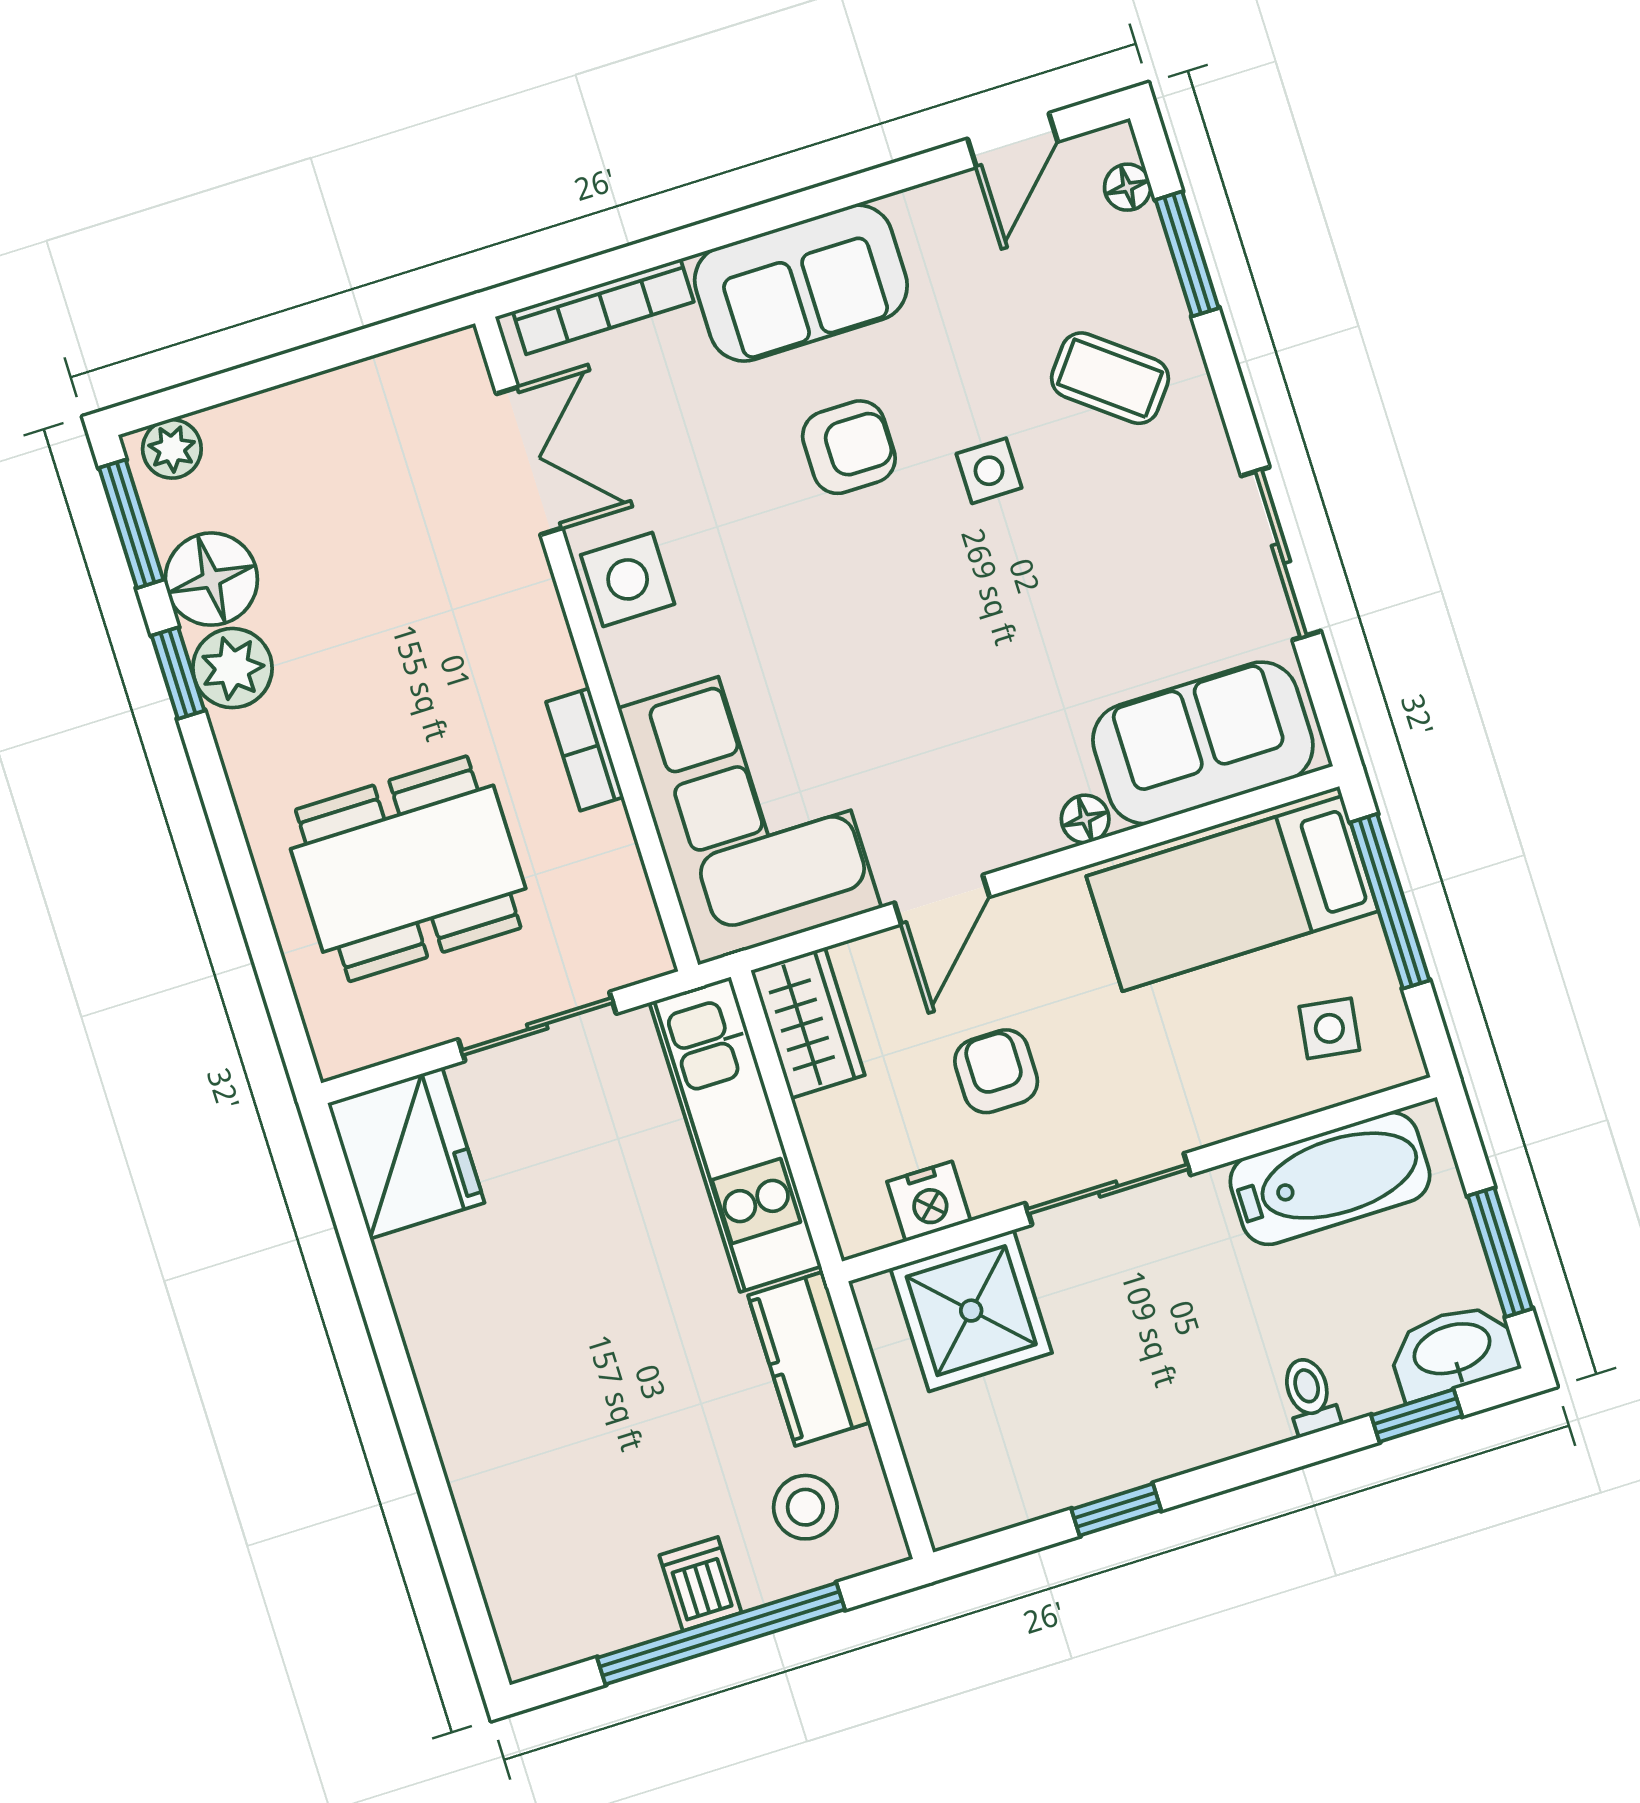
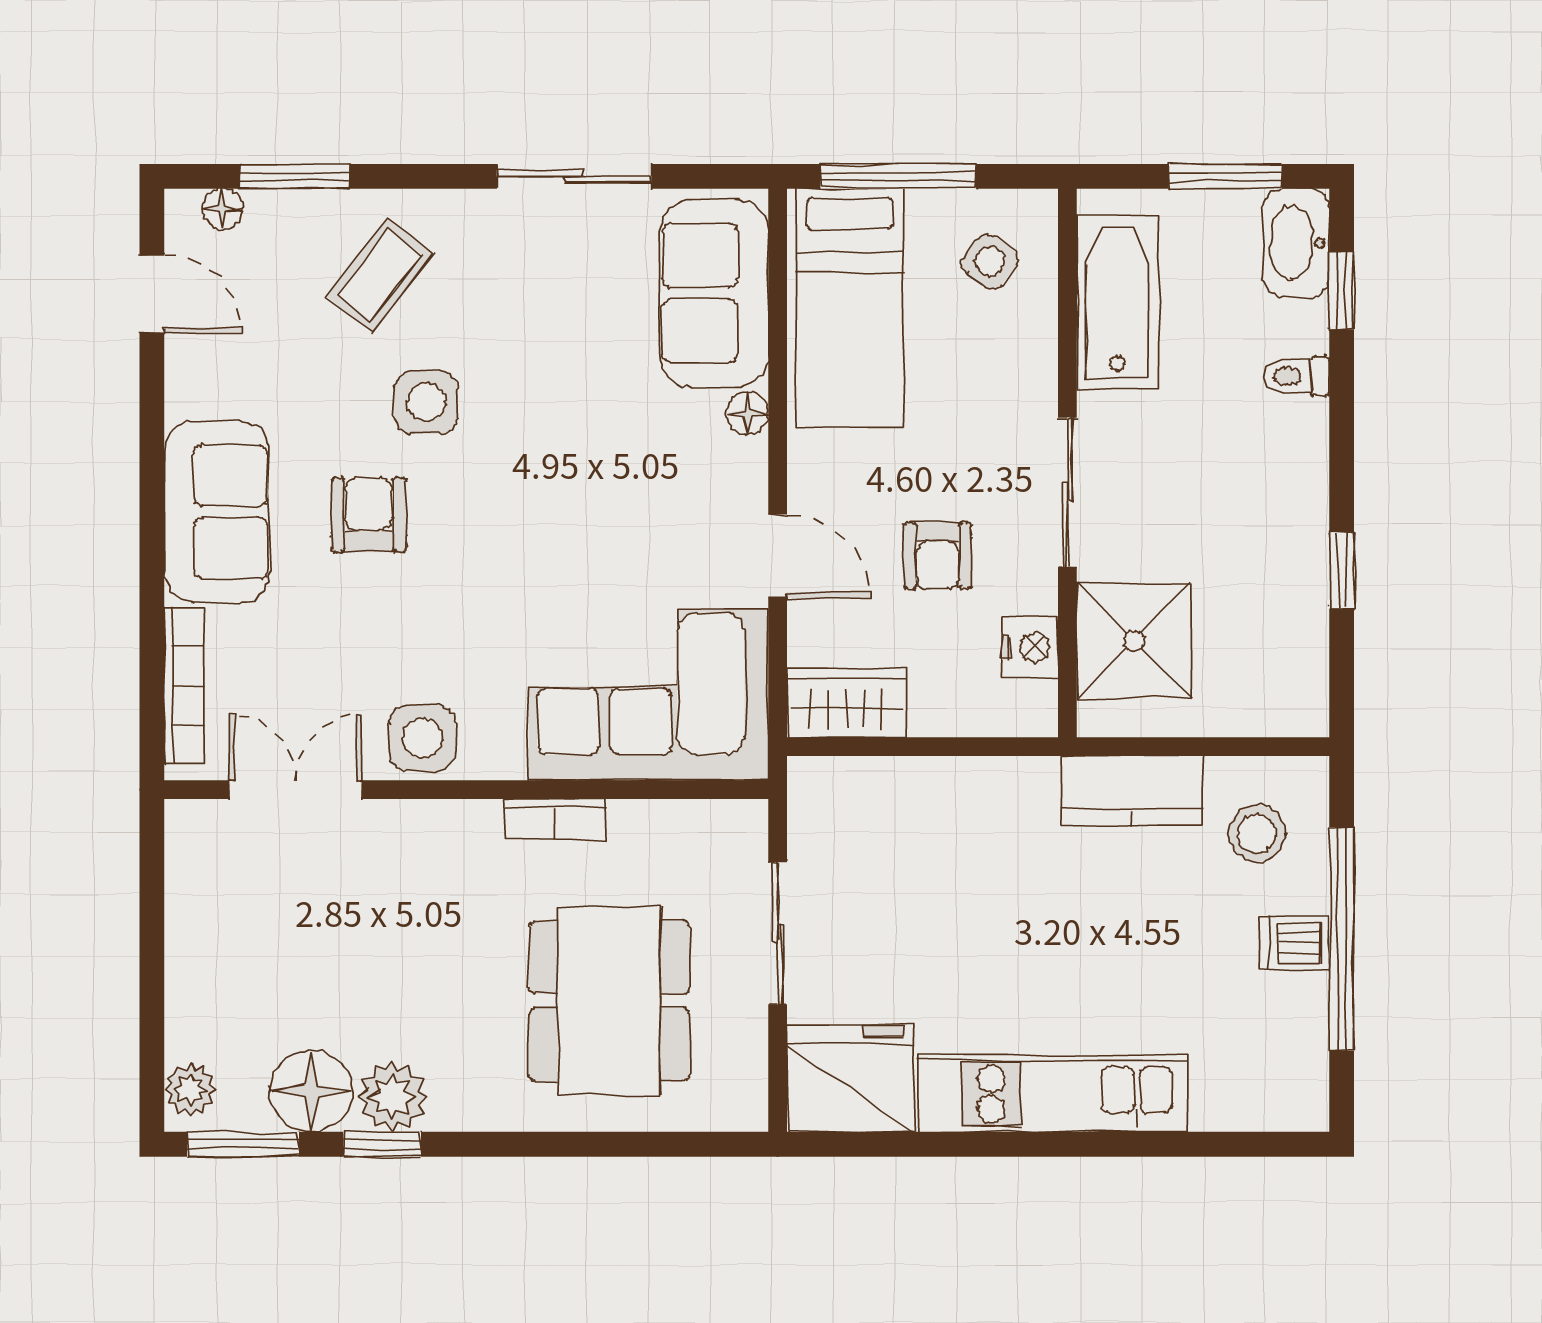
side table: (989, 471) -> (426, 402), width x1.37, depth x1.37
side table: (1329, 1028) -> (990, 262), turned 30
armchair: (996, 1071) -> (938, 556), turned -90
kitchen unit: (735, 1134) -> (1053, 1094), moved, turned 180

